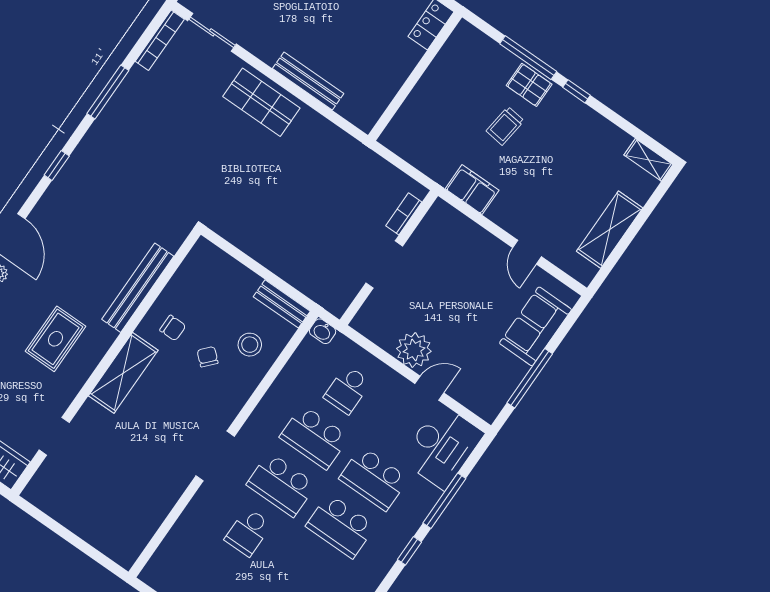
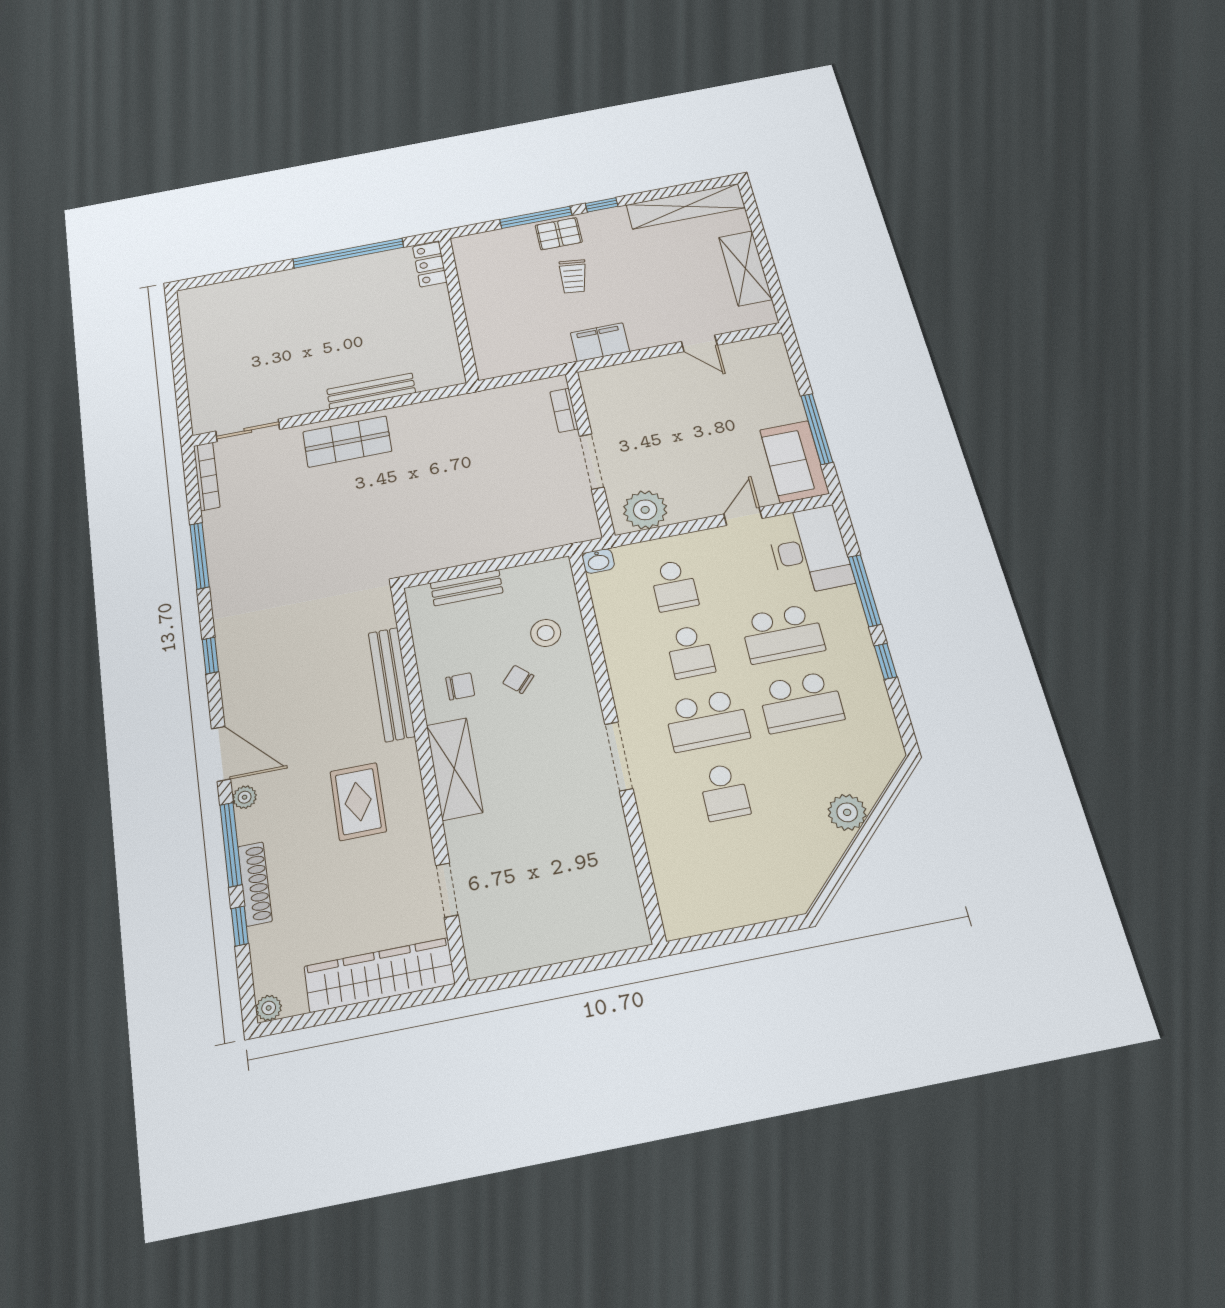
shelving: (648, 160) -> (686, 206), width x2.20, depth x1.33
bench: (282, 304) -> (467, 588), moved
sofa: (535, 326) -> (794, 462), moved
plant: (414, 350) -> (645, 510), moved
school desk: (314, 437) -> (690, 652), width x0.54

